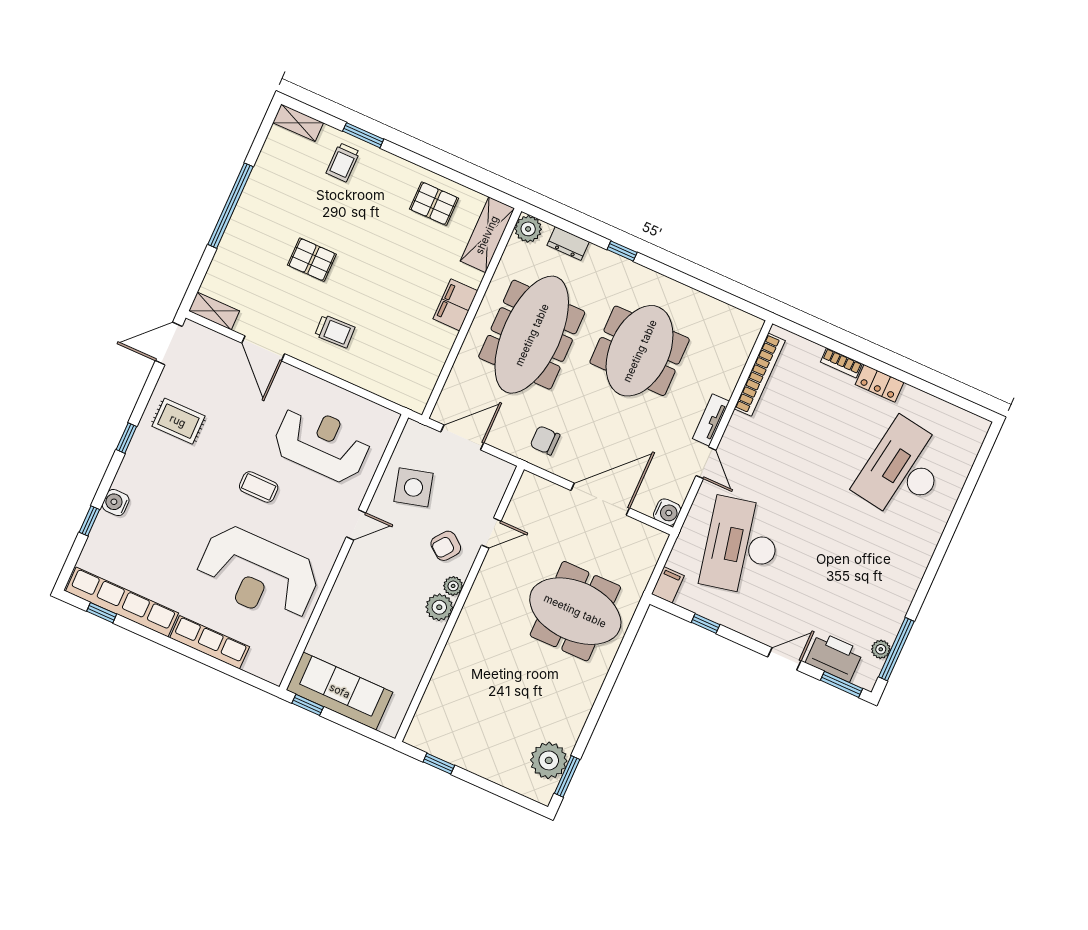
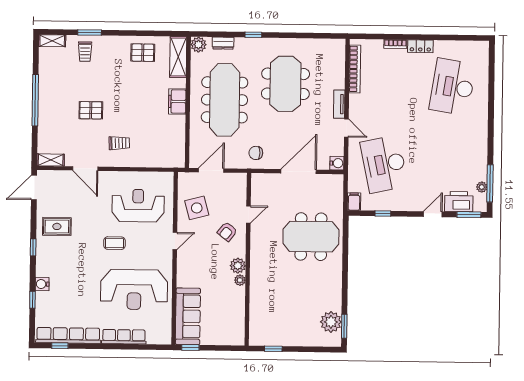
plant: (453, 586) -> (240, 280), moved
sofa: (340, 691) -> (188, 316), moved, turned 90

